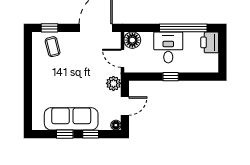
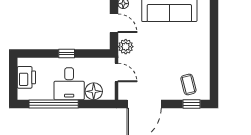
floor lamp: (132, 40) -> (94, 91), moved
printer: (210, 42) -> (26, 77), moved
door: (125, 106) -> (114, 23), swing flipped

